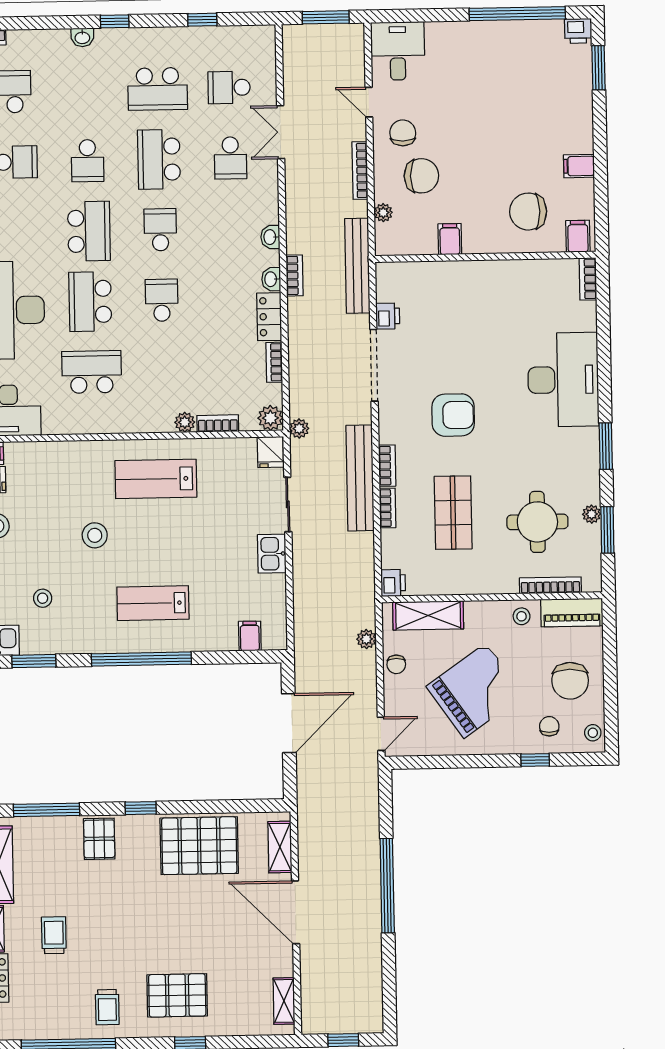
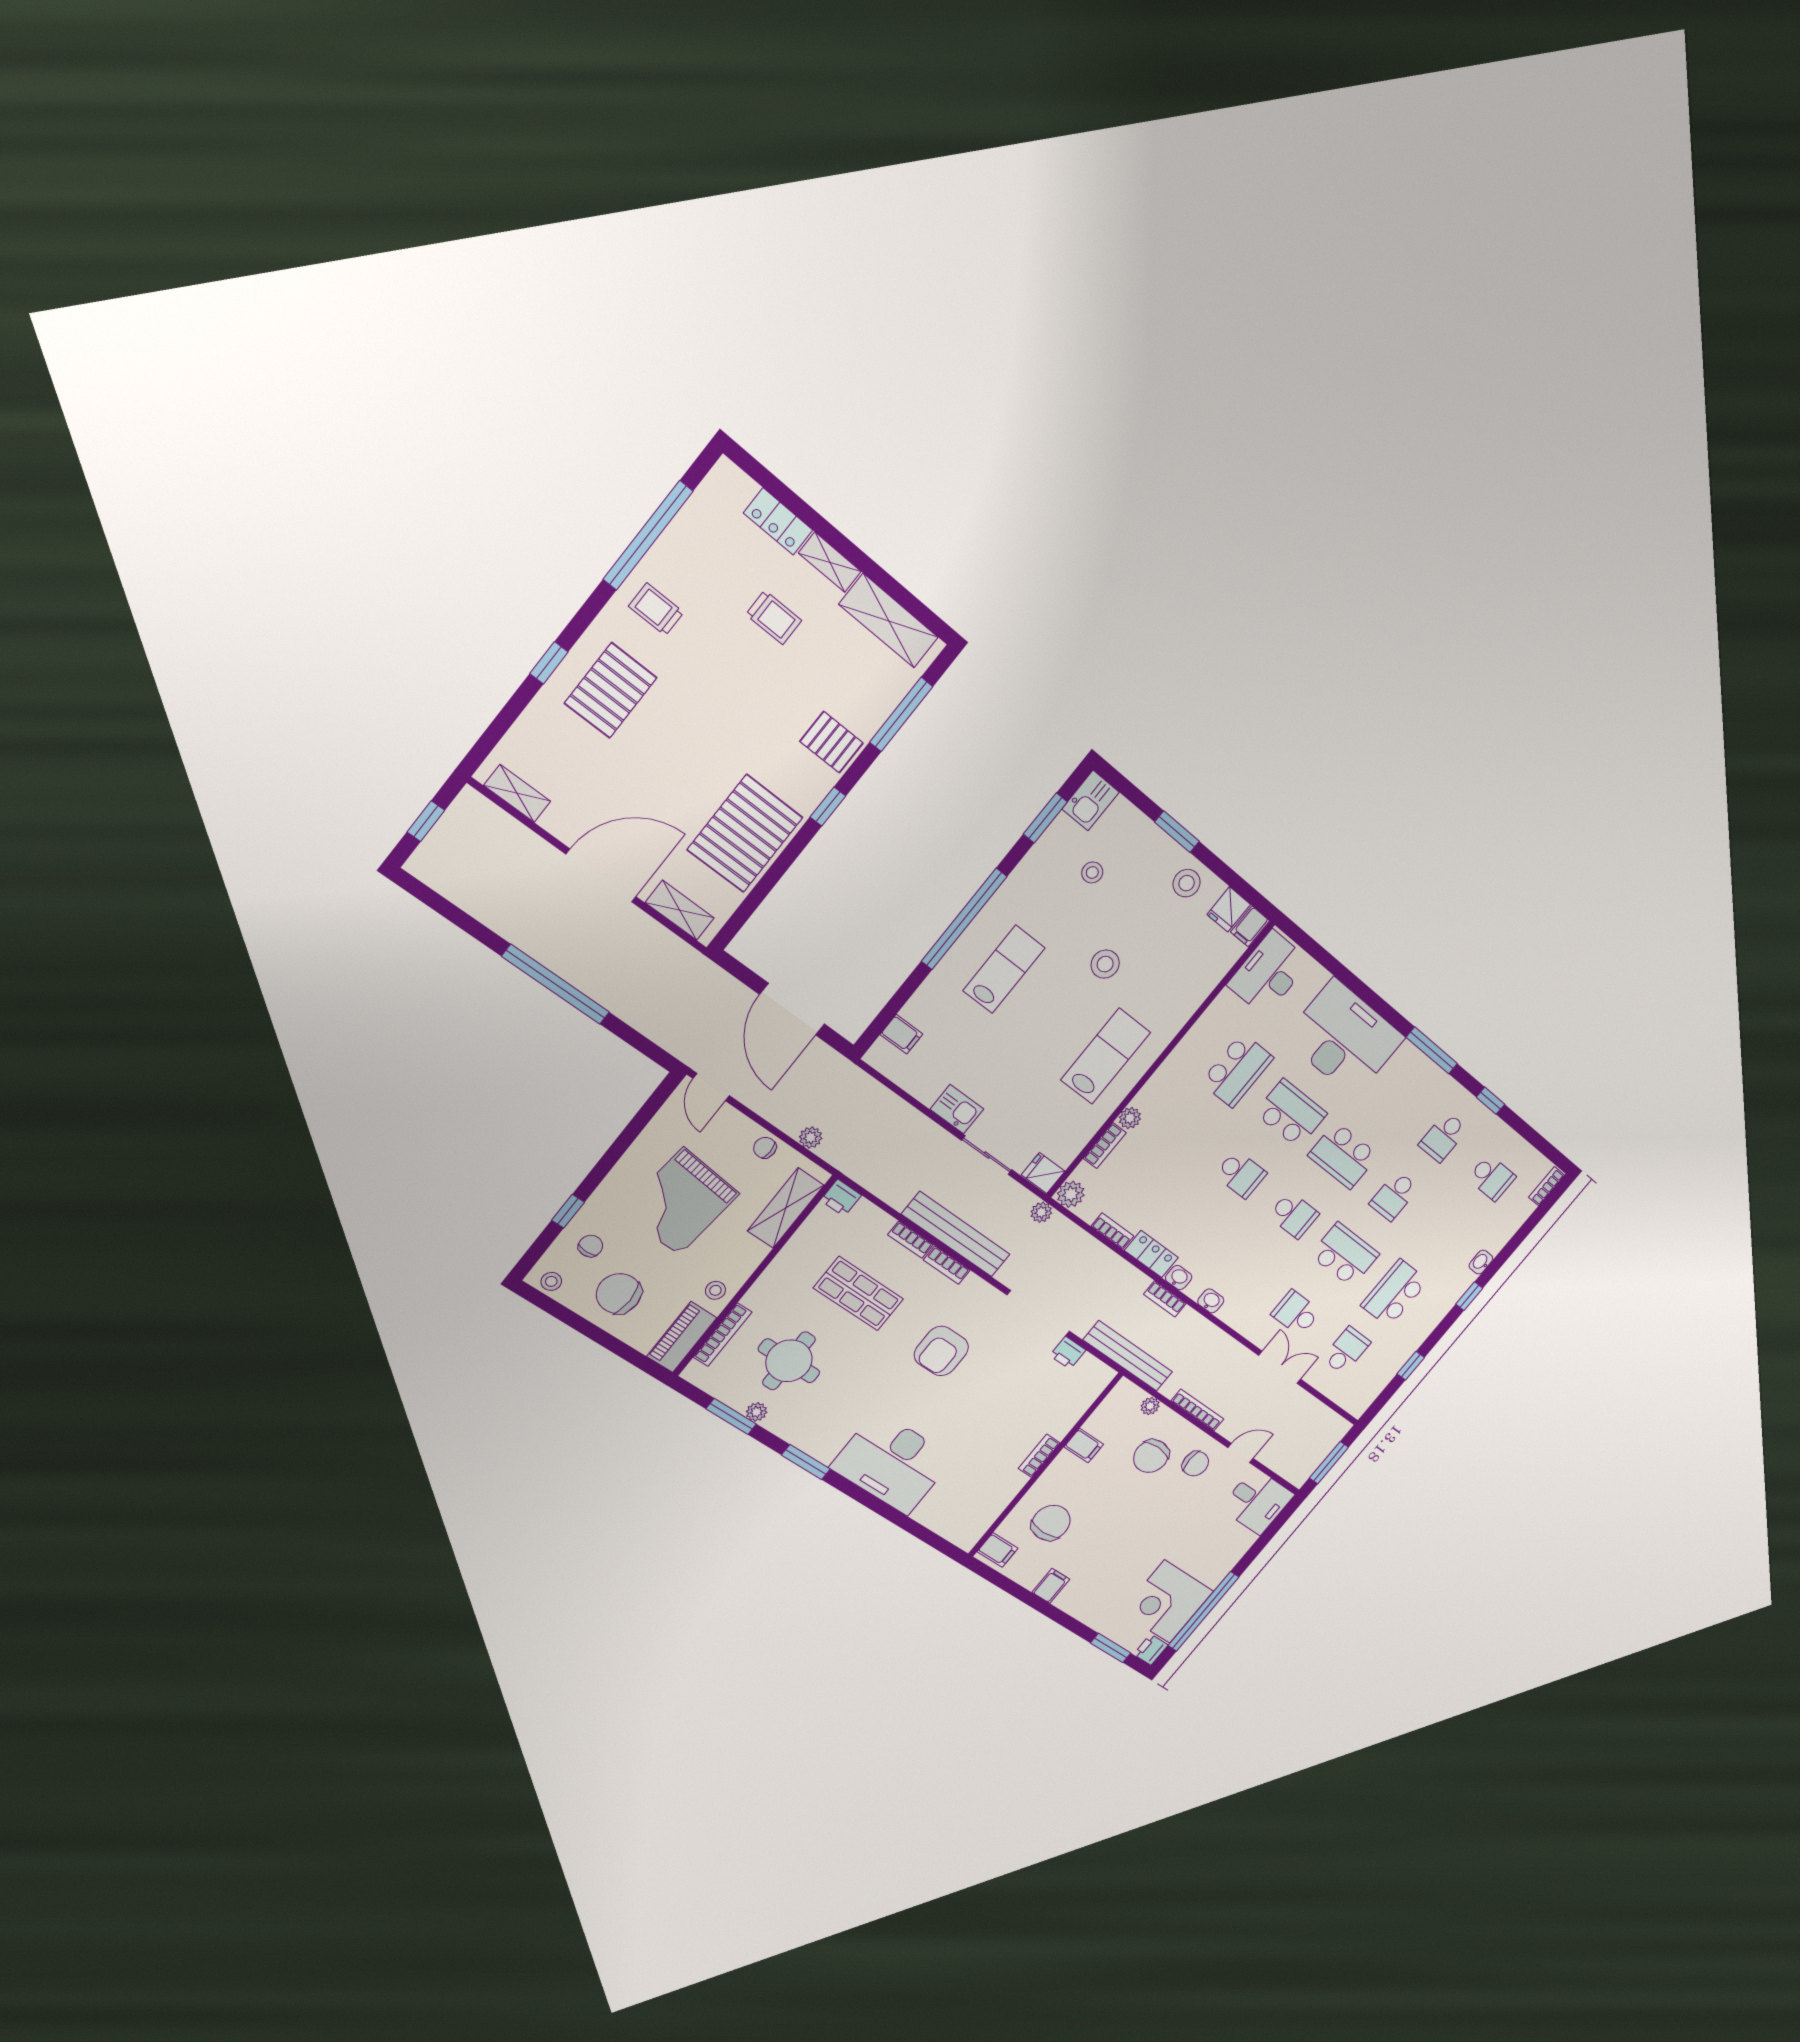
corner desk: (529, 53) -> (1167, 1602), added
school desk: (88, 161) -> (1394, 1196), turned -90
bookcase: (588, 279) -> (1039, 1456), moved, turned -90
grand piano: (475, 691) -> (681, 1202), turned 41
chair: (549, 726) -> (591, 1246), turned -90

